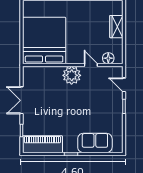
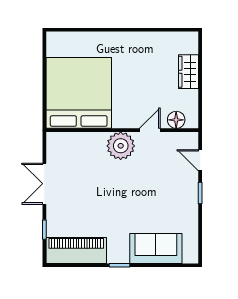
door: (91, 65) -> (150, 130), hinge flipped

